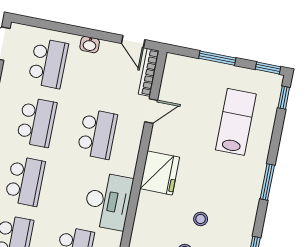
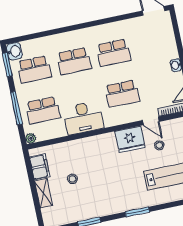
school desk: (48, 63) -> (153, 44), removed
fridge: (160, 173) -> (130, 139), moved
stool: (201, 219) -> (159, 145), moved

